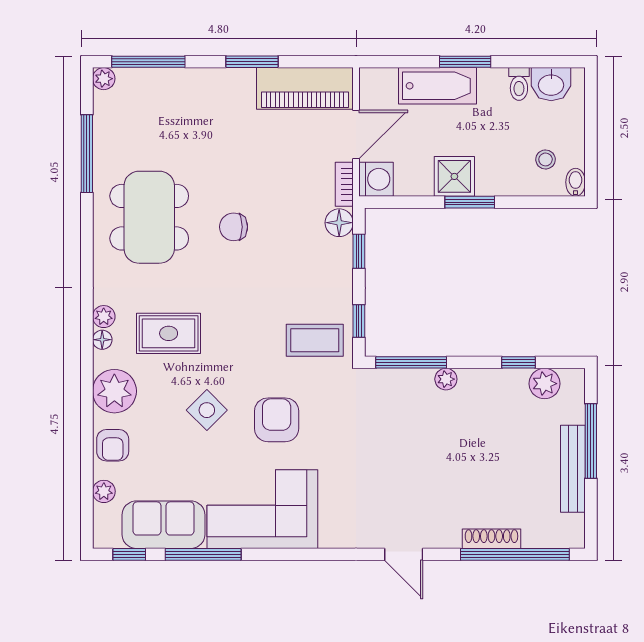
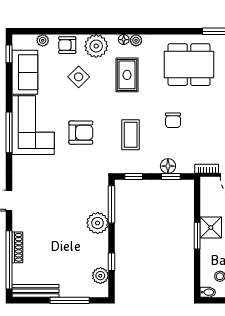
washing machine: (376, 179) -> (209, 186), removed
floor lamp: (339, 223) -> (168, 166), moved
chair: (234, 227) -> (173, 120), moved, turned 180
coffee table: (315, 340) -> (131, 135), moved
plant: (446, 379) -> (98, 223), width x1.88, depth x1.88
side table: (207, 410) -> (79, 77), moved
bench: (573, 469) -> (35, 291), moved
window: (203, 554) -> (9, 132), moved

